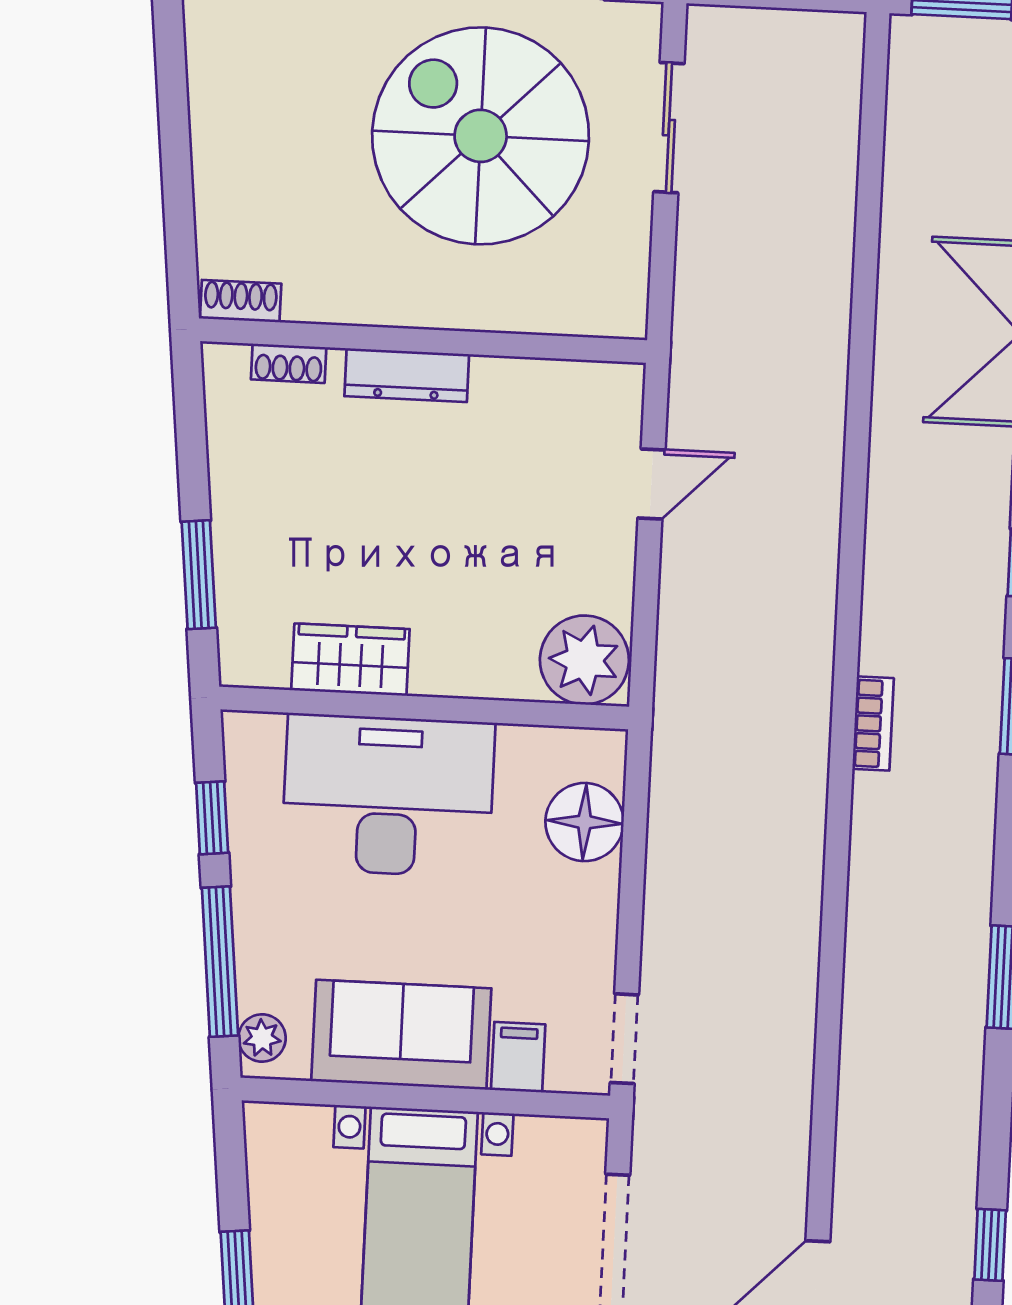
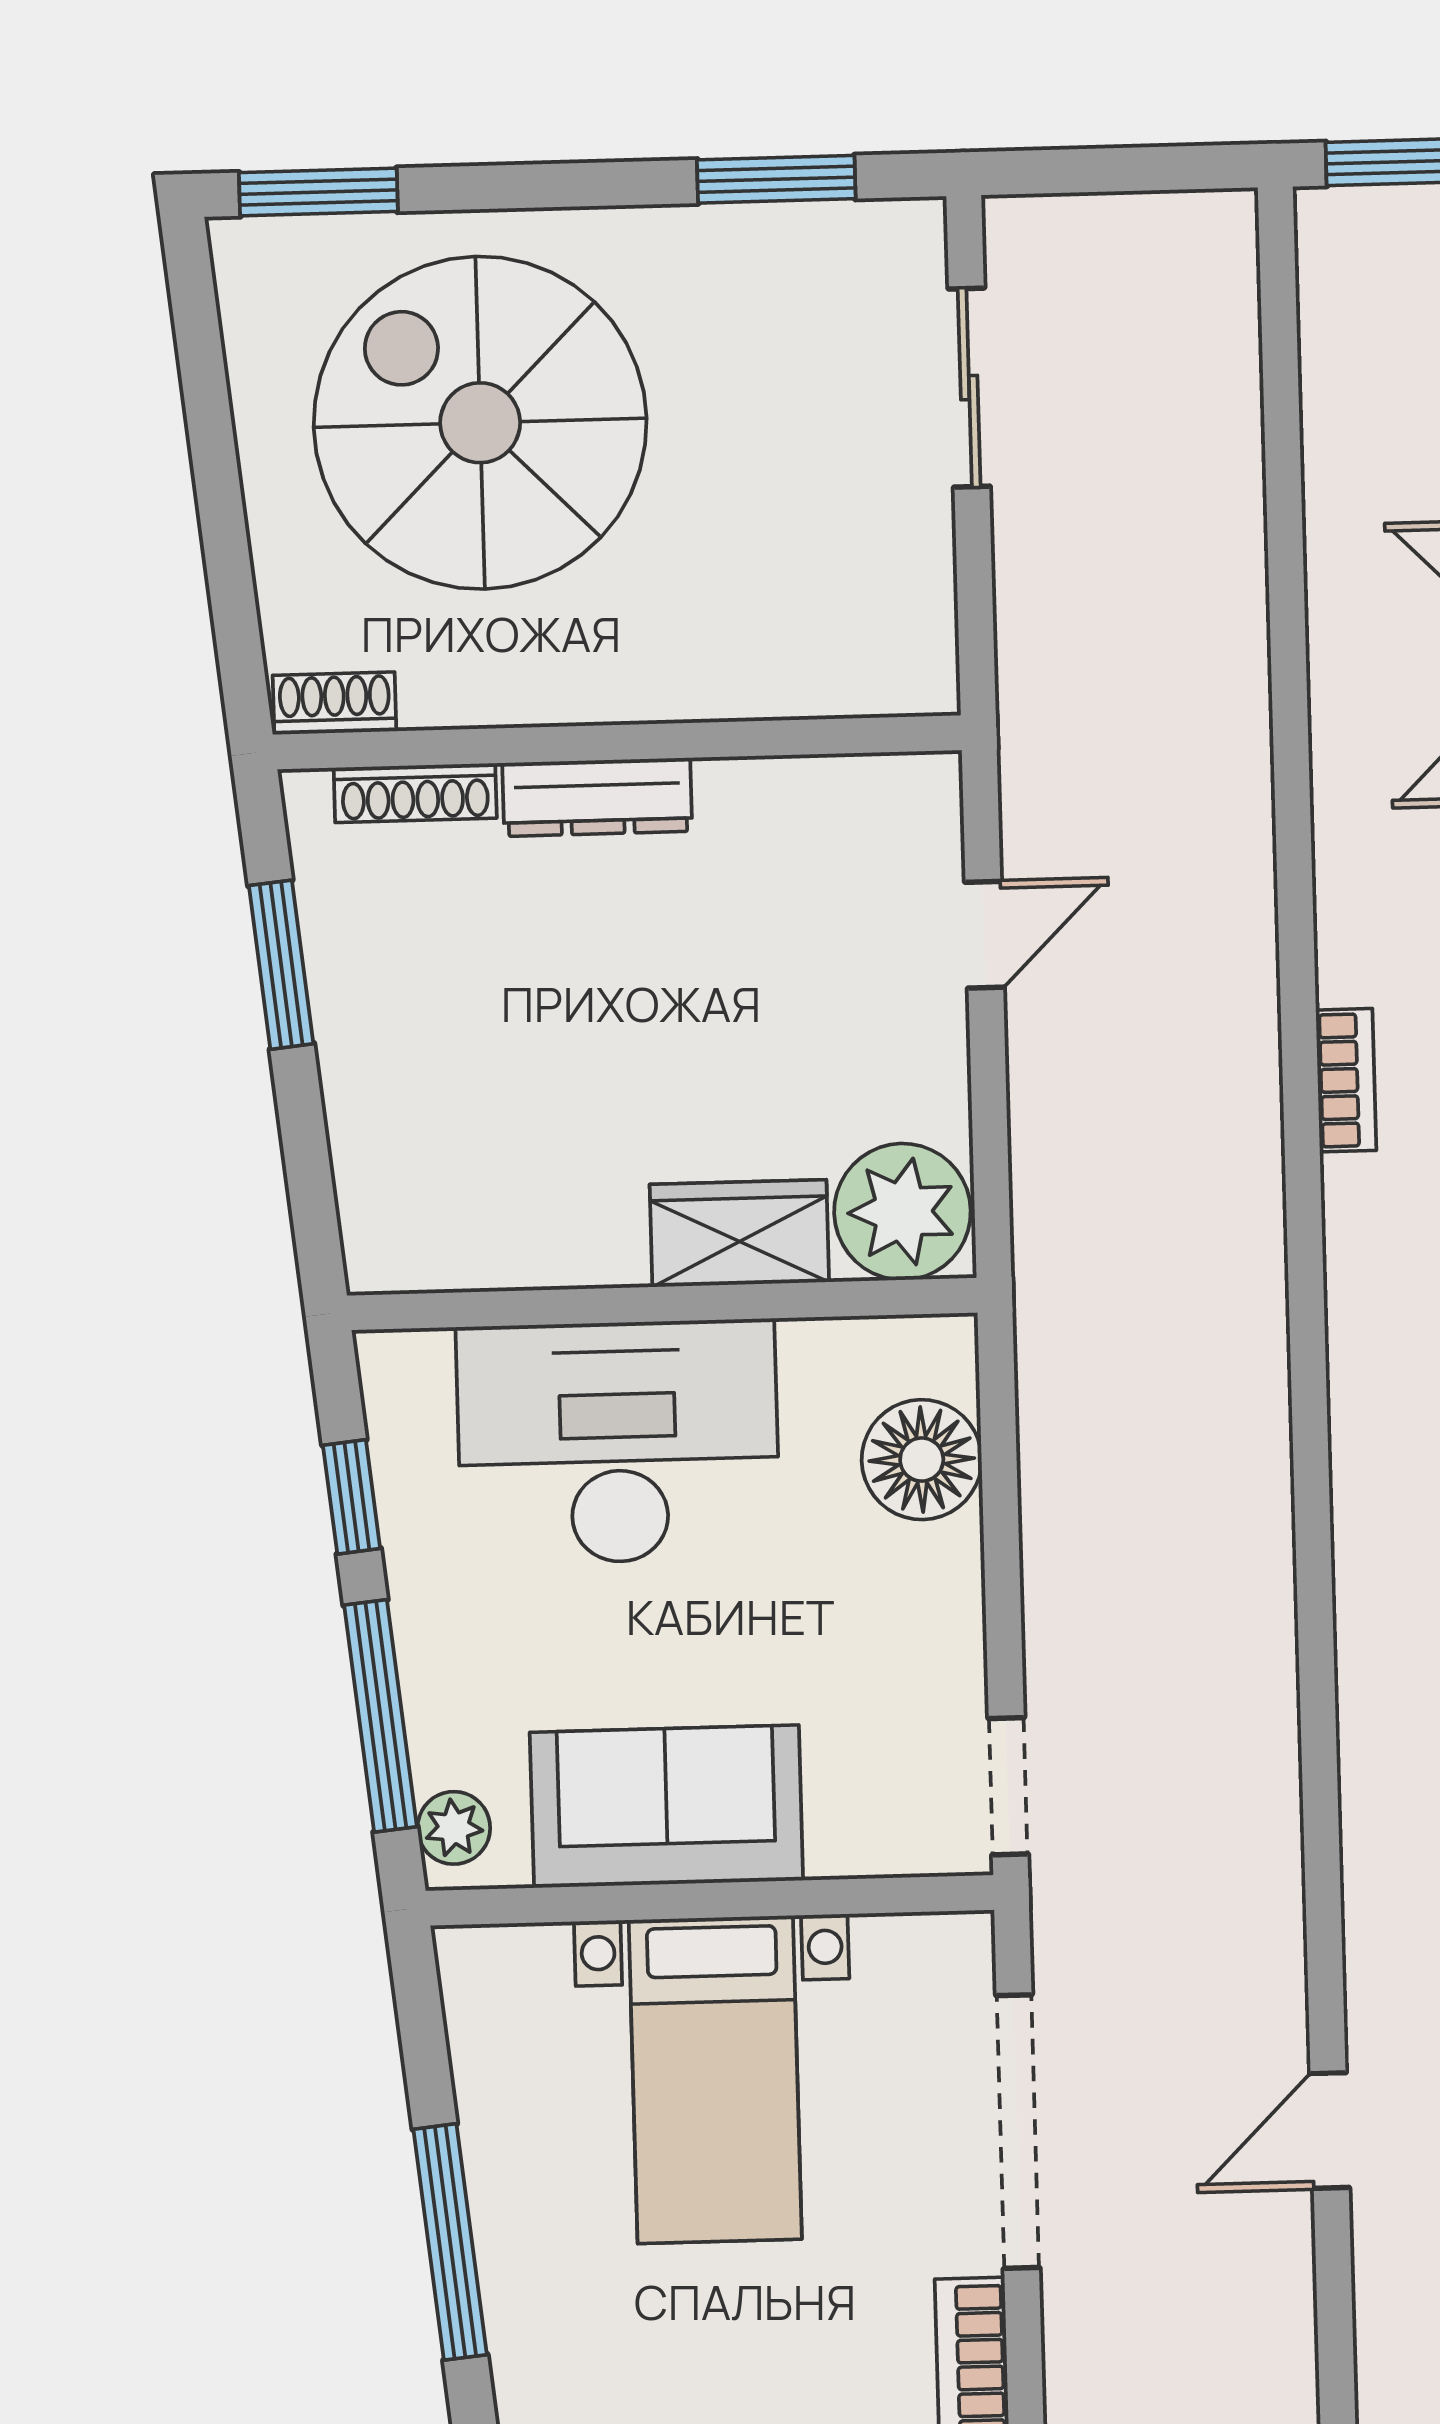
spiral stairs: (481, 136) -> (480, 423), moved
shoe rack: (289, 363) -> (415, 793), width x1.43
window: (199, 575) -> (281, 965), moved
wardrobe: (350, 660) -> (739, 1233), moved
bookcase: (873, 724) -> (1346, 1080), moved
filing cabinet: (518, 1057) -> (848, 1827), removed

